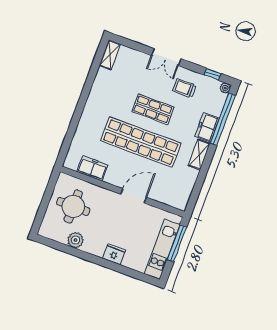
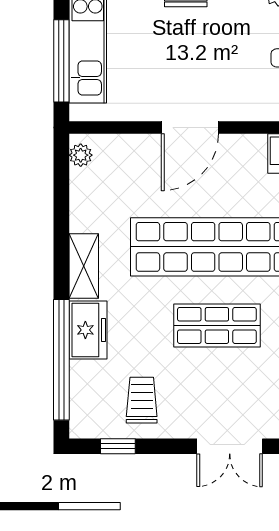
double door: (166, 57) -> (230, 446), swing flipped
trolley: (184, 88) -> (142, 400), moved, turned -90
plant: (225, 88) -> (81, 155), moved

